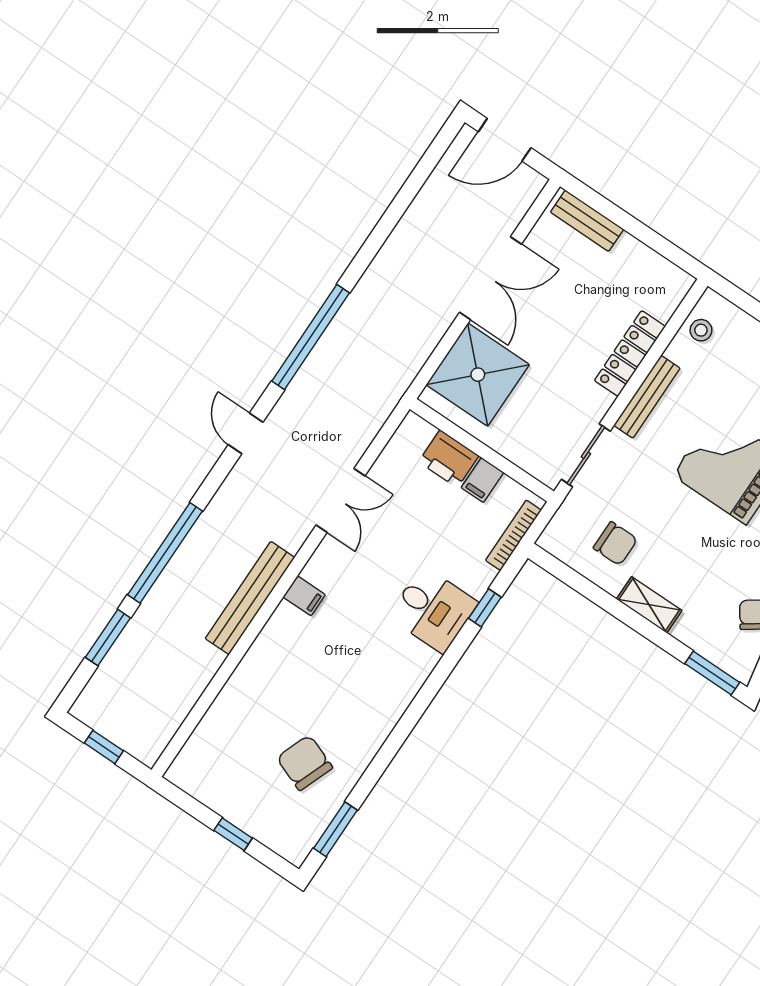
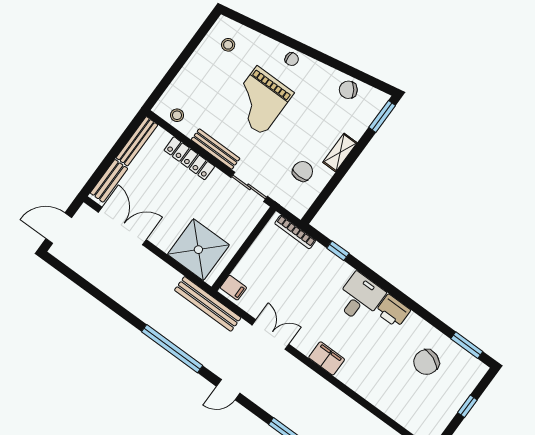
door: (505, 140) -> (59, 228), swing flipped
bench: (655, 265) -> (137, 141), added
double door: (490, 278) -> (122, 226), moved
printer: (449, 459) -> (393, 311), moved, turned 90
filing cabinet: (482, 480) -> (233, 288), moved
filing cabinet: (304, 596) -> (327, 358), width x2.00
bench: (250, 598) -> (208, 304), moved
desk: (433, 610) -> (360, 298), moved

